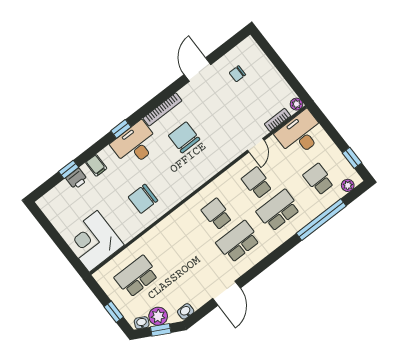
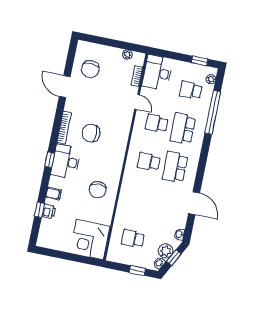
chair: (237, 74) -> (90, 69), width x1.87, depth x1.87
plant: (296, 104) -> (127, 55), moved
school desk: (136, 276) -> (133, 238), width x0.54

